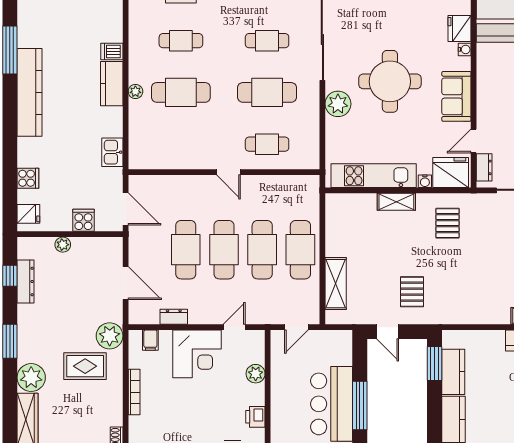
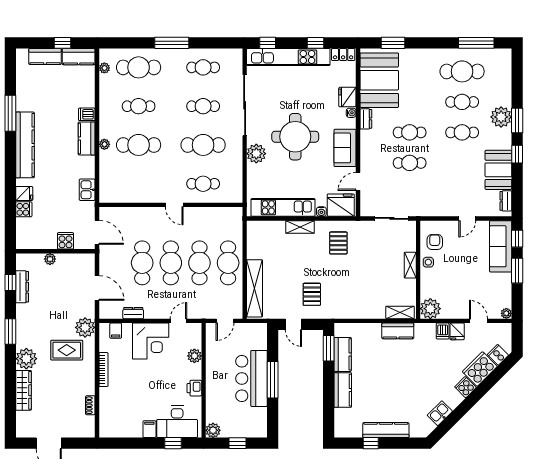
dresser: (484, 167) -> (366, 119), moved
fridge: (28, 214) -> (24, 194), moved
shelving: (336, 284) -> (254, 288), width x1.47

